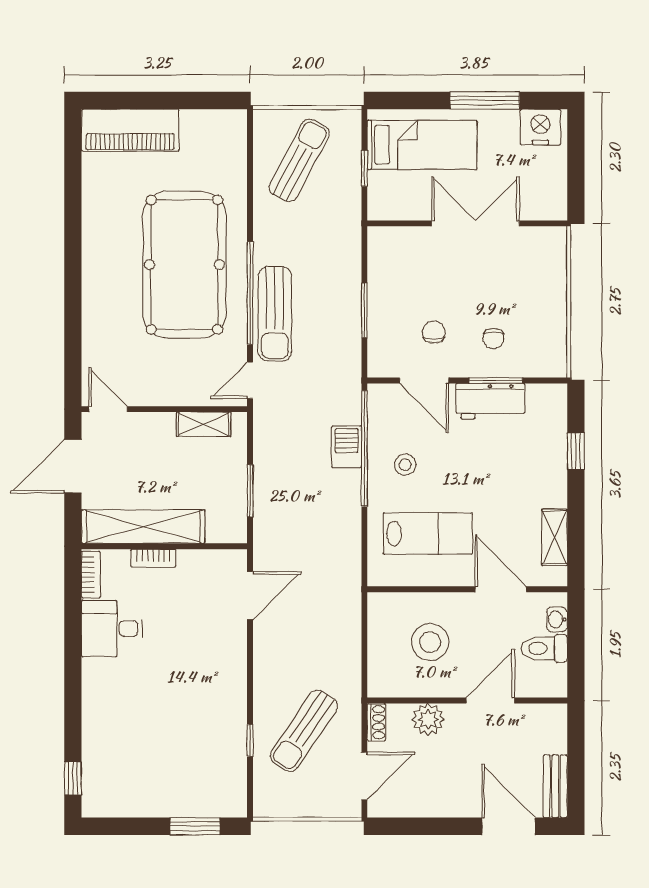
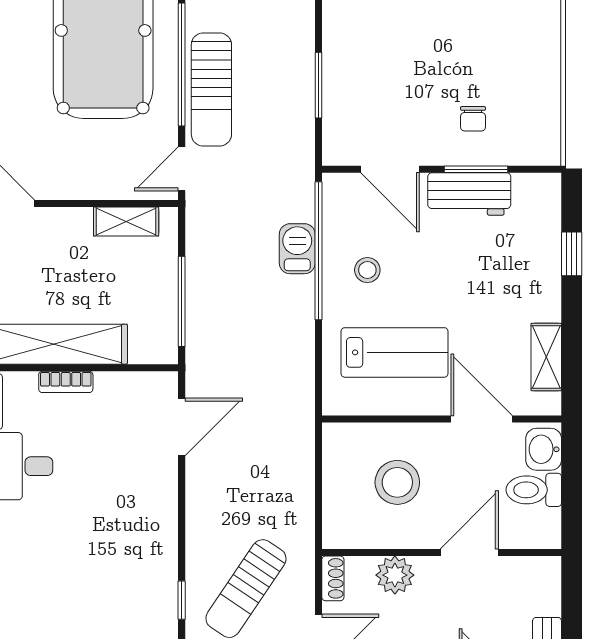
chair: (434, 332) -> (402, 111), removed
window: (250, 491) -> (182, 301), width x1.44
washbasin: (557, 619) -> (544, 449), width x1.38, depth x1.45

